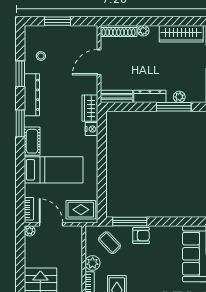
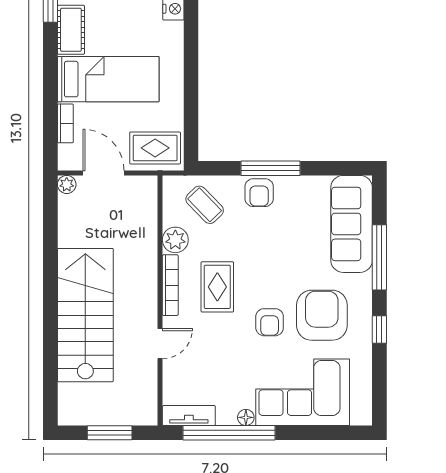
bookcase: (29, 209) -> (65, 123), moved
window: (130, 221) -> (270, 168), moved
armchair: (141, 236) -> (259, 193), turned 90

